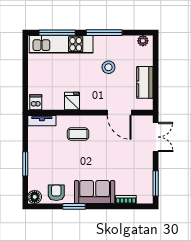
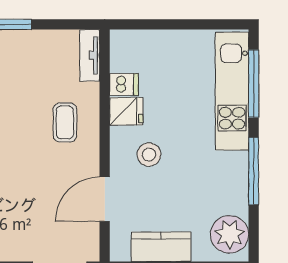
plant: (143, 41) -> (230, 234), width x1.88, depth x1.88
stool: (108, 67) -> (149, 155), moved
dishwasher: (36, 102) -> (124, 84), moved

